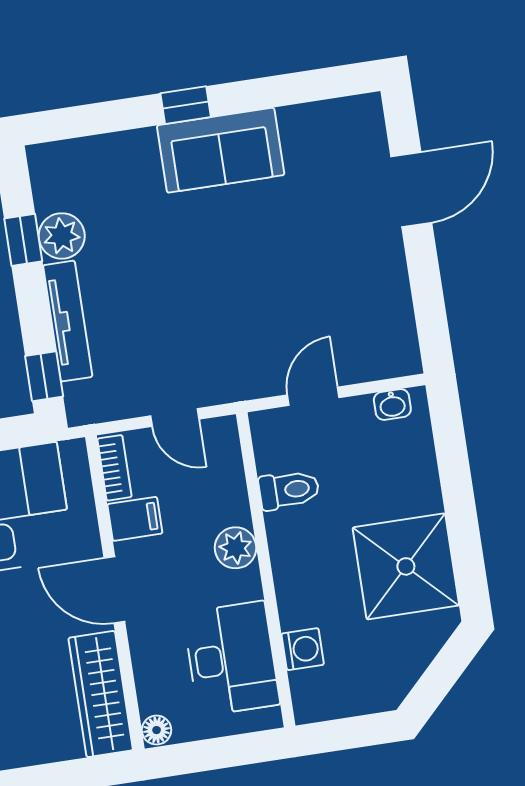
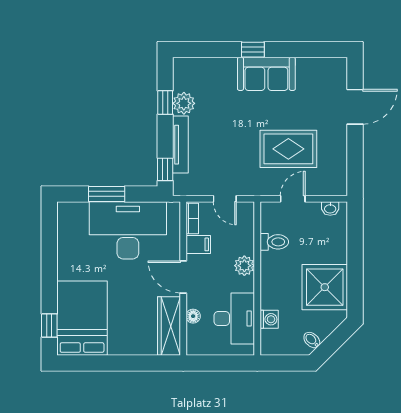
rug: (289, 296) -> (288, 149), added
bidet: (396, 678) -> (312, 340), added
floor lamp: (157, 730) -> (193, 316), moved

